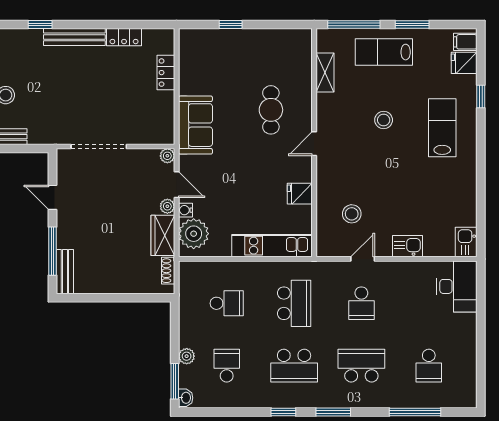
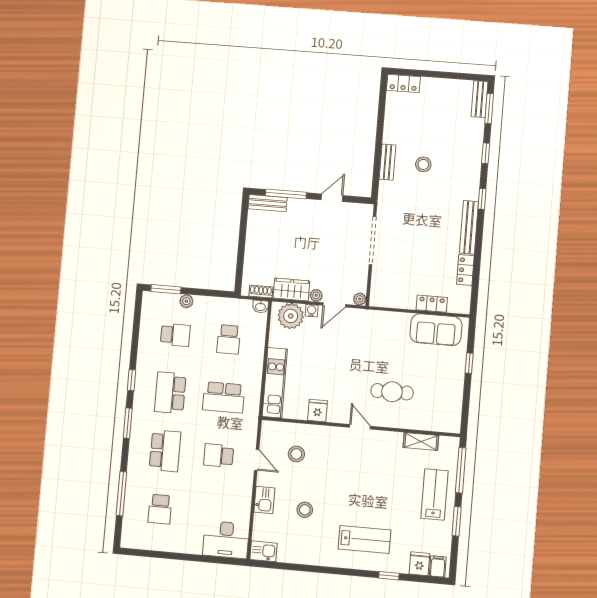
stool: (384, 120) -> (305, 510), moved
sofa: (195, 125) -> (436, 330), moved
school desk: (429, 366) -> (160, 509), turned -90
washbasin: (186, 398) -> (260, 307), moved

